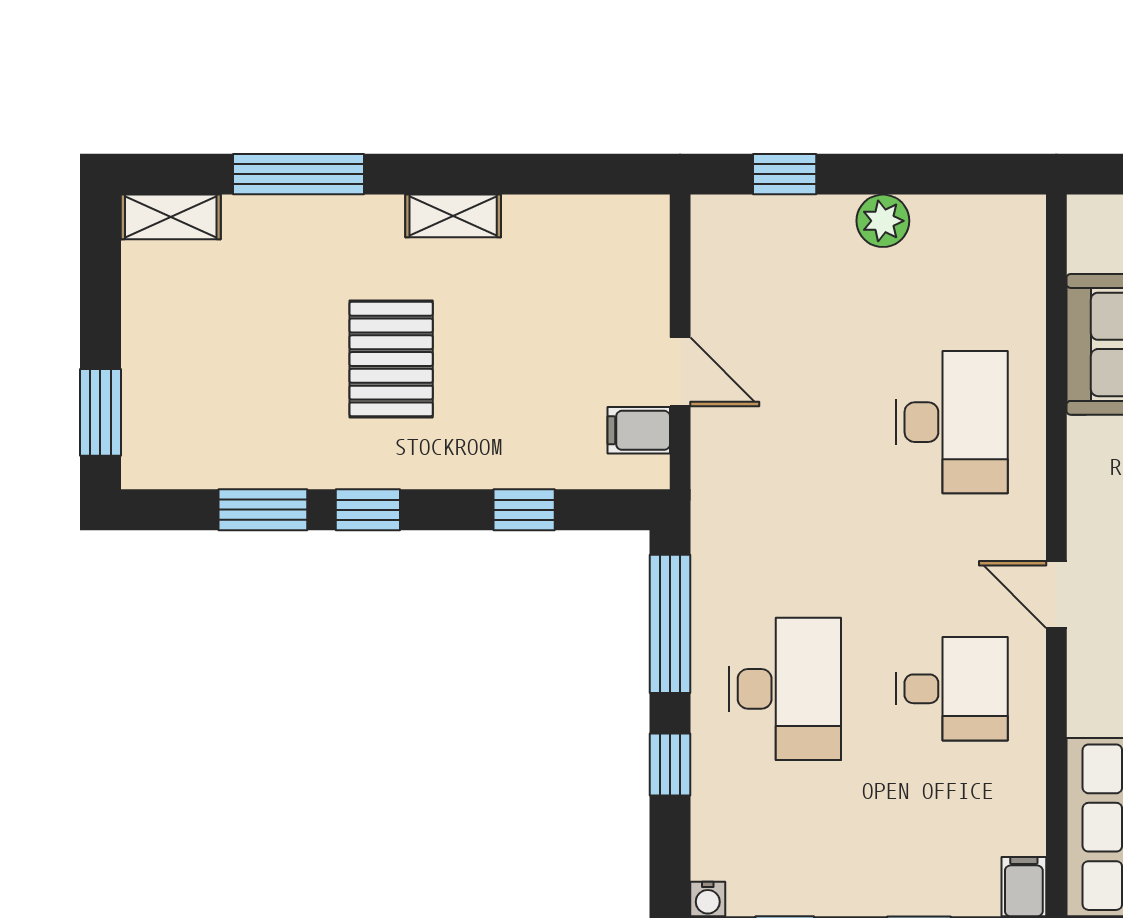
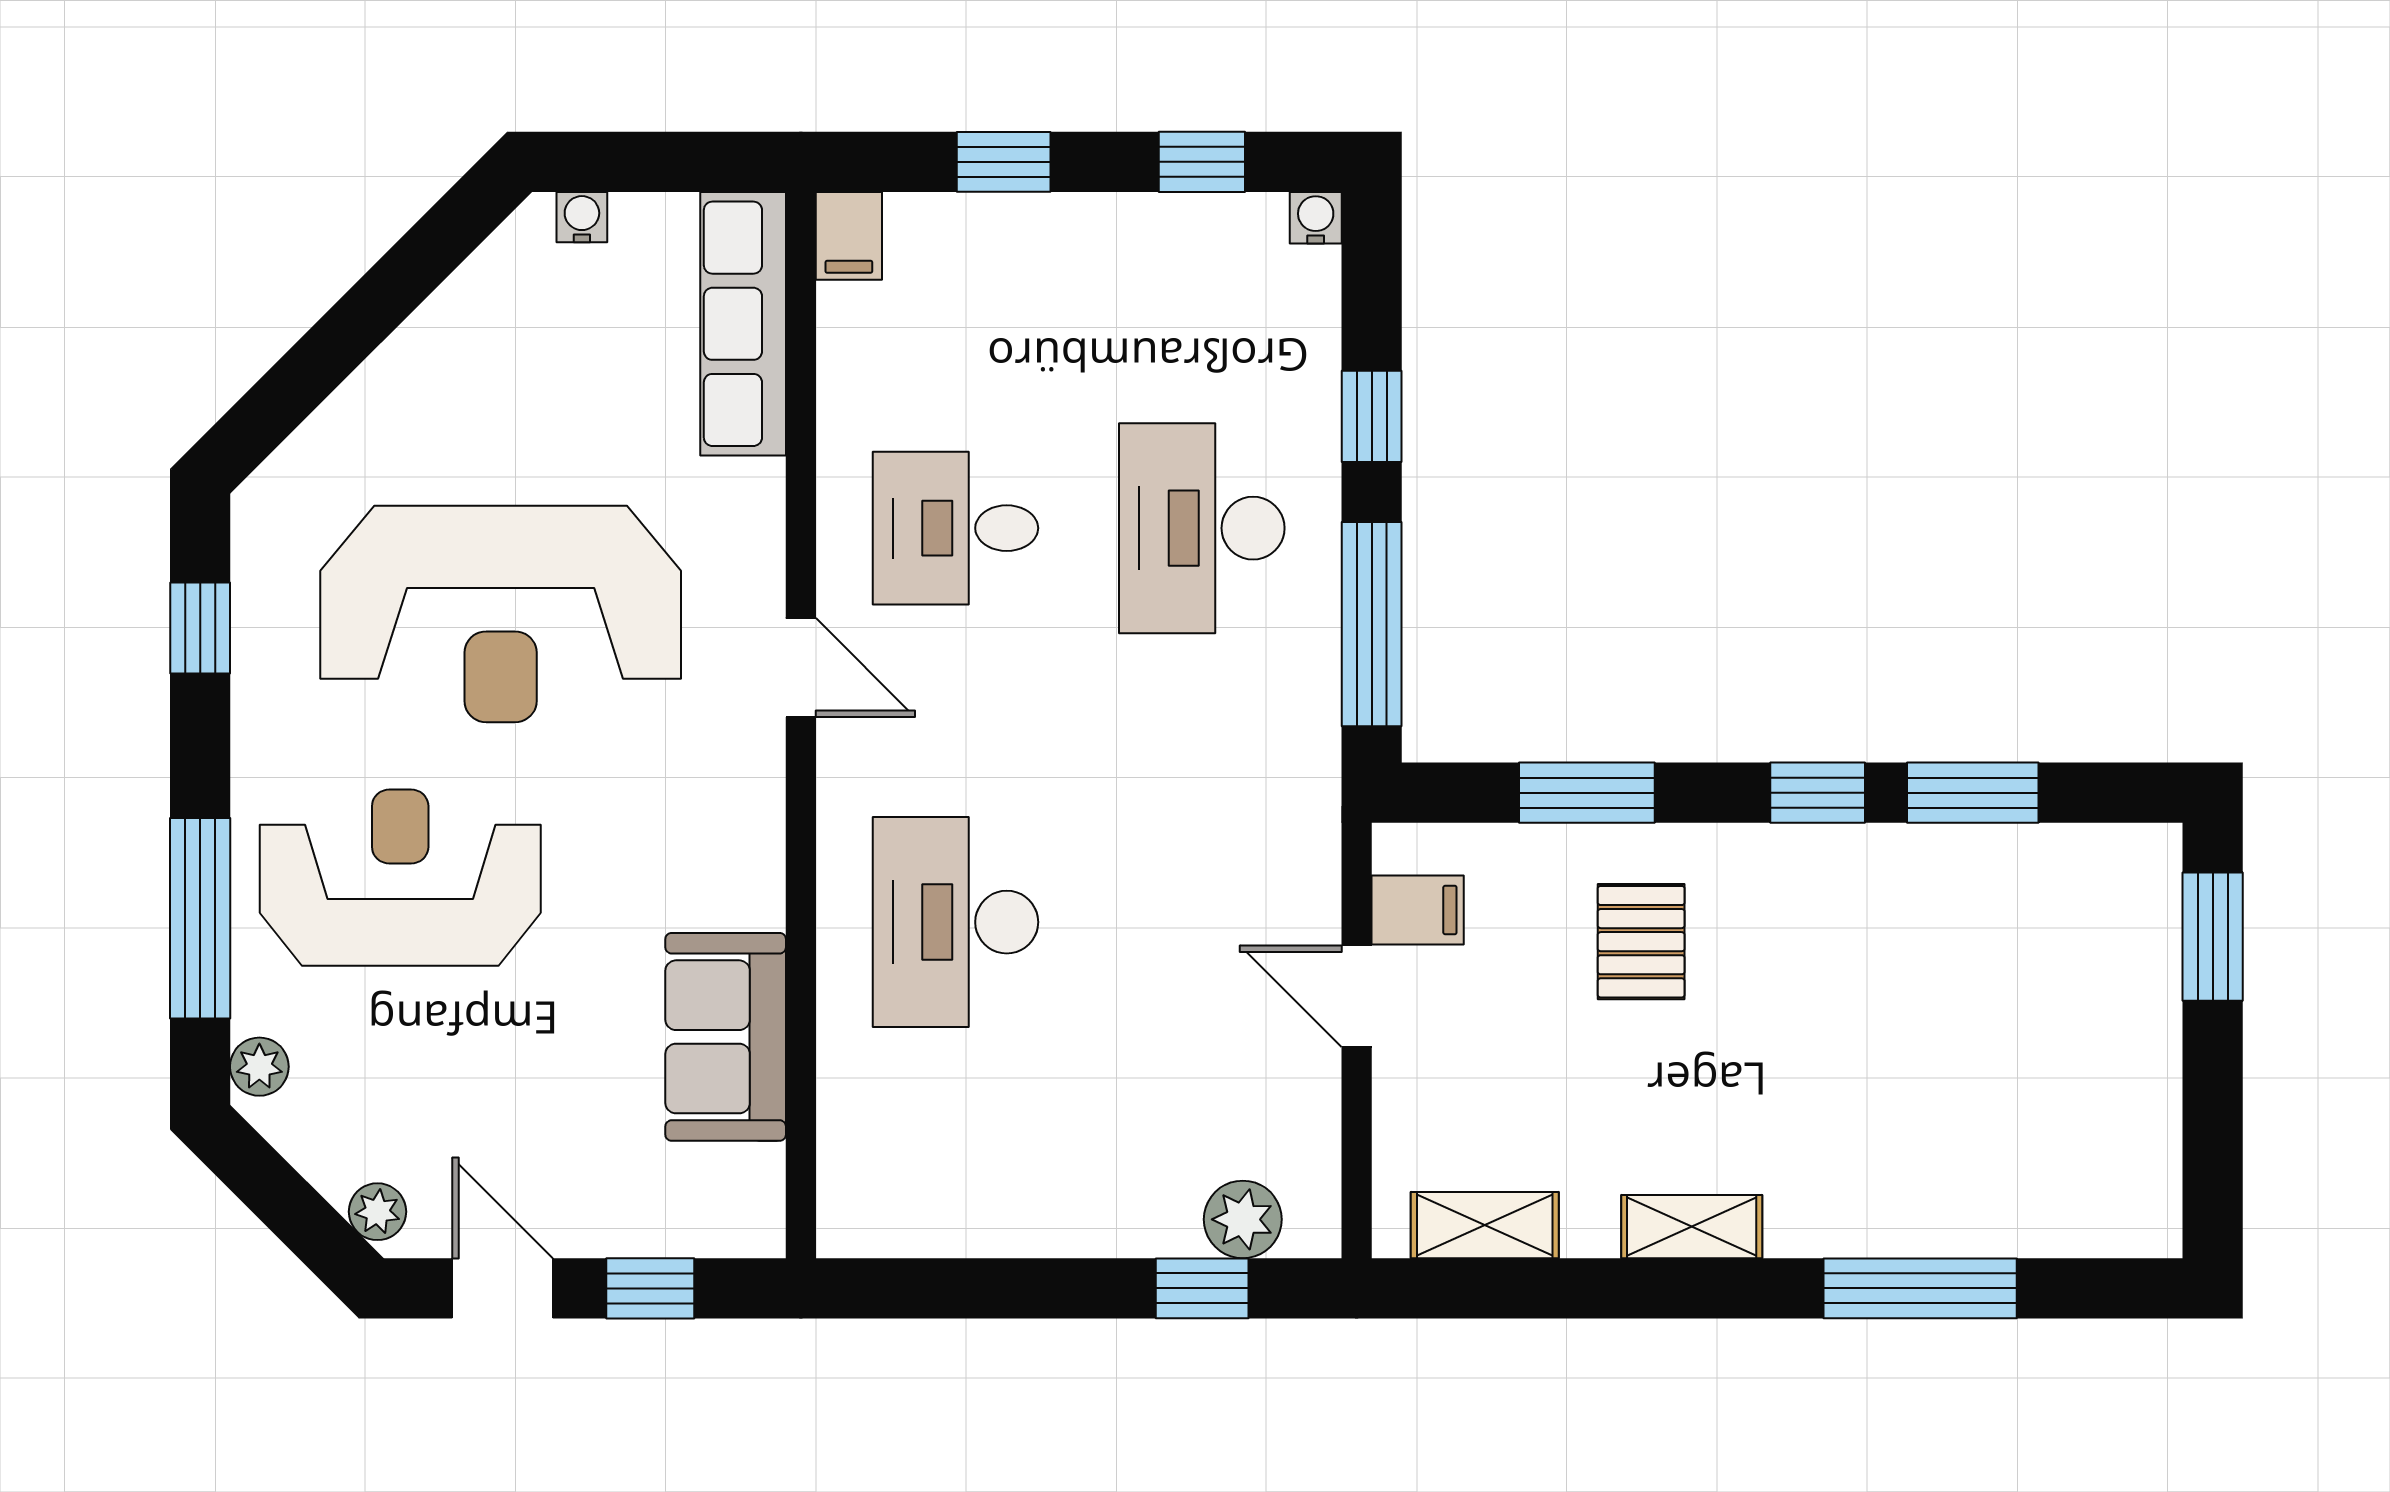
shelving: (171, 217) -> (1485, 1225), moved
plant: (883, 221) -> (1243, 1219), moved
pallet: (391, 359) -> (1641, 942), moved, width x0.67, depth x0.71
window: (524, 510) -> (1587, 793), width x1.50

